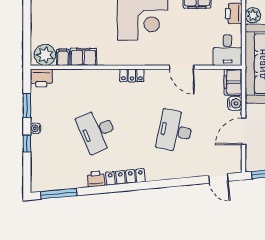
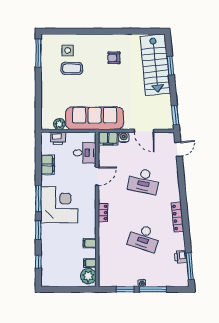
desk: (227, 50) -> (85, 153), moved
filing cabinet: (83, 57) -> (90, 243), width x0.50
printer: (41, 78) -> (105, 279), removed
desk: (97, 131) -> (144, 238), turned 42
window: (27, 143) -> (153, 289), width x2.17
printer: (96, 179) -> (181, 257), moved

